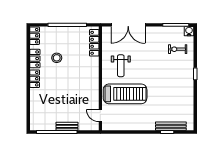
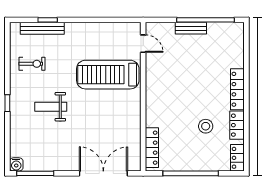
exercise bike: (178, 49) -> (32, 64), moved
weight bench: (121, 66) -> (51, 107), moved, turned -90
locker: (35, 79) -> (237, 89), width x1.53

